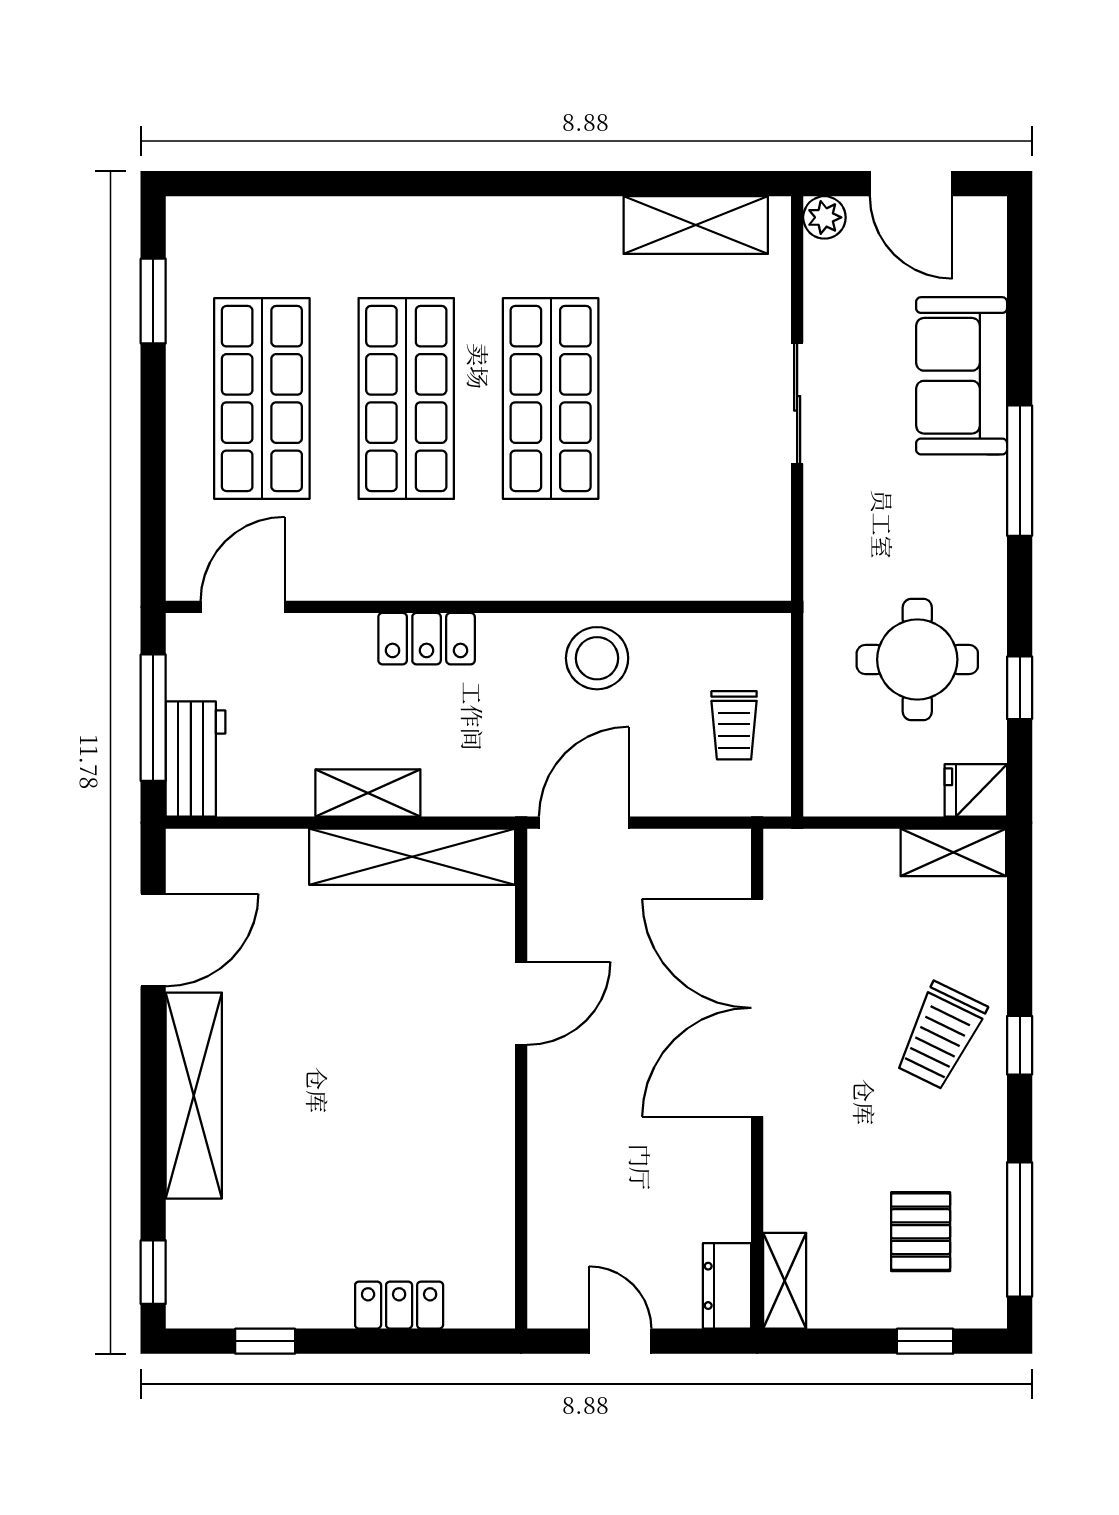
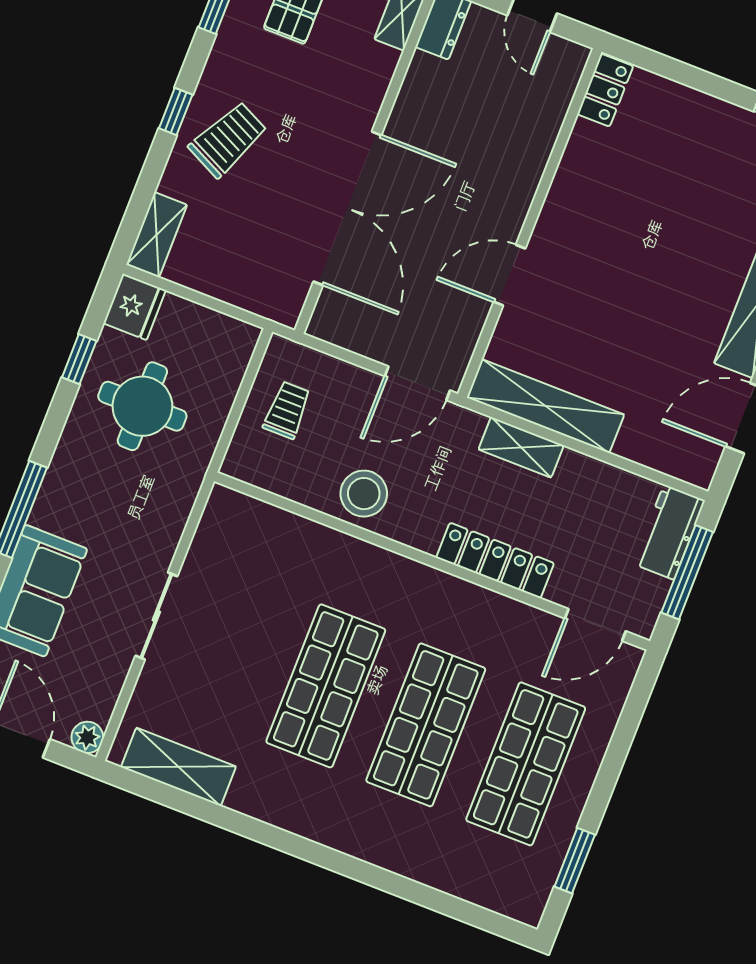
locker: (427, 639) -> (495, 560), width x1.53
fridge: (976, 790) -> (135, 307), width x1.38
shelving: (368, 793) -> (521, 447), moved
shelving: (953, 852) -> (157, 235), moved, turned 90
locker: (399, 1305) -> (605, 90), moved, turned -90

